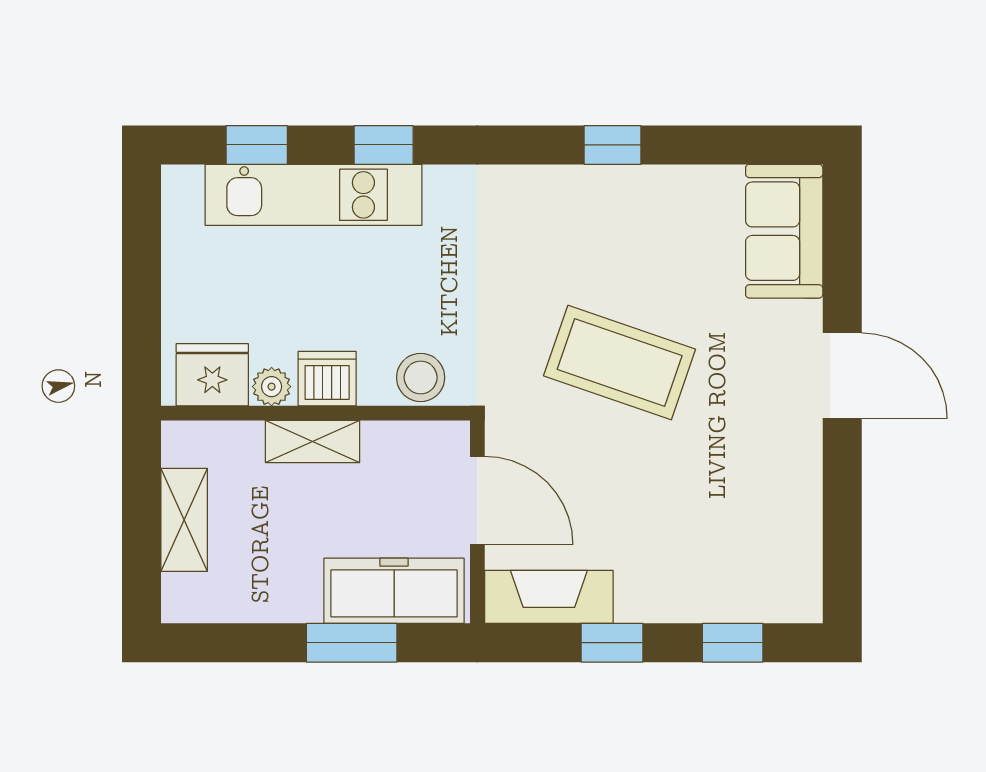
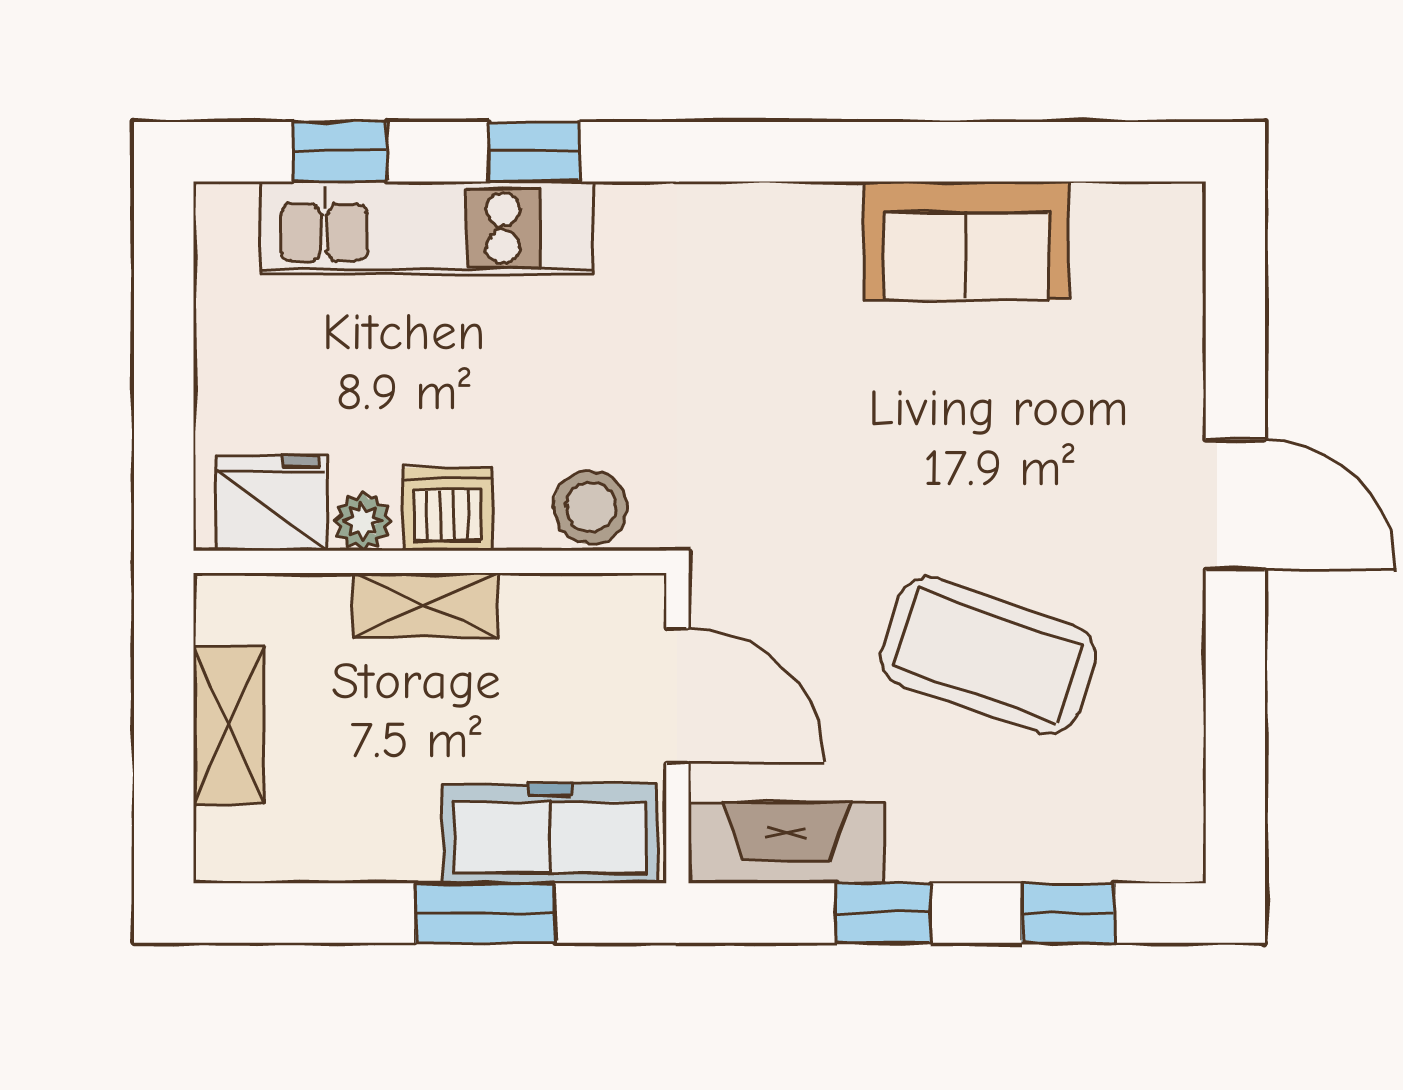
window: (612, 145) -> (884, 152), removed
sofa: (784, 231) -> (966, 240), moved, turned -90
coffee table: (620, 363) -> (988, 656), moved

